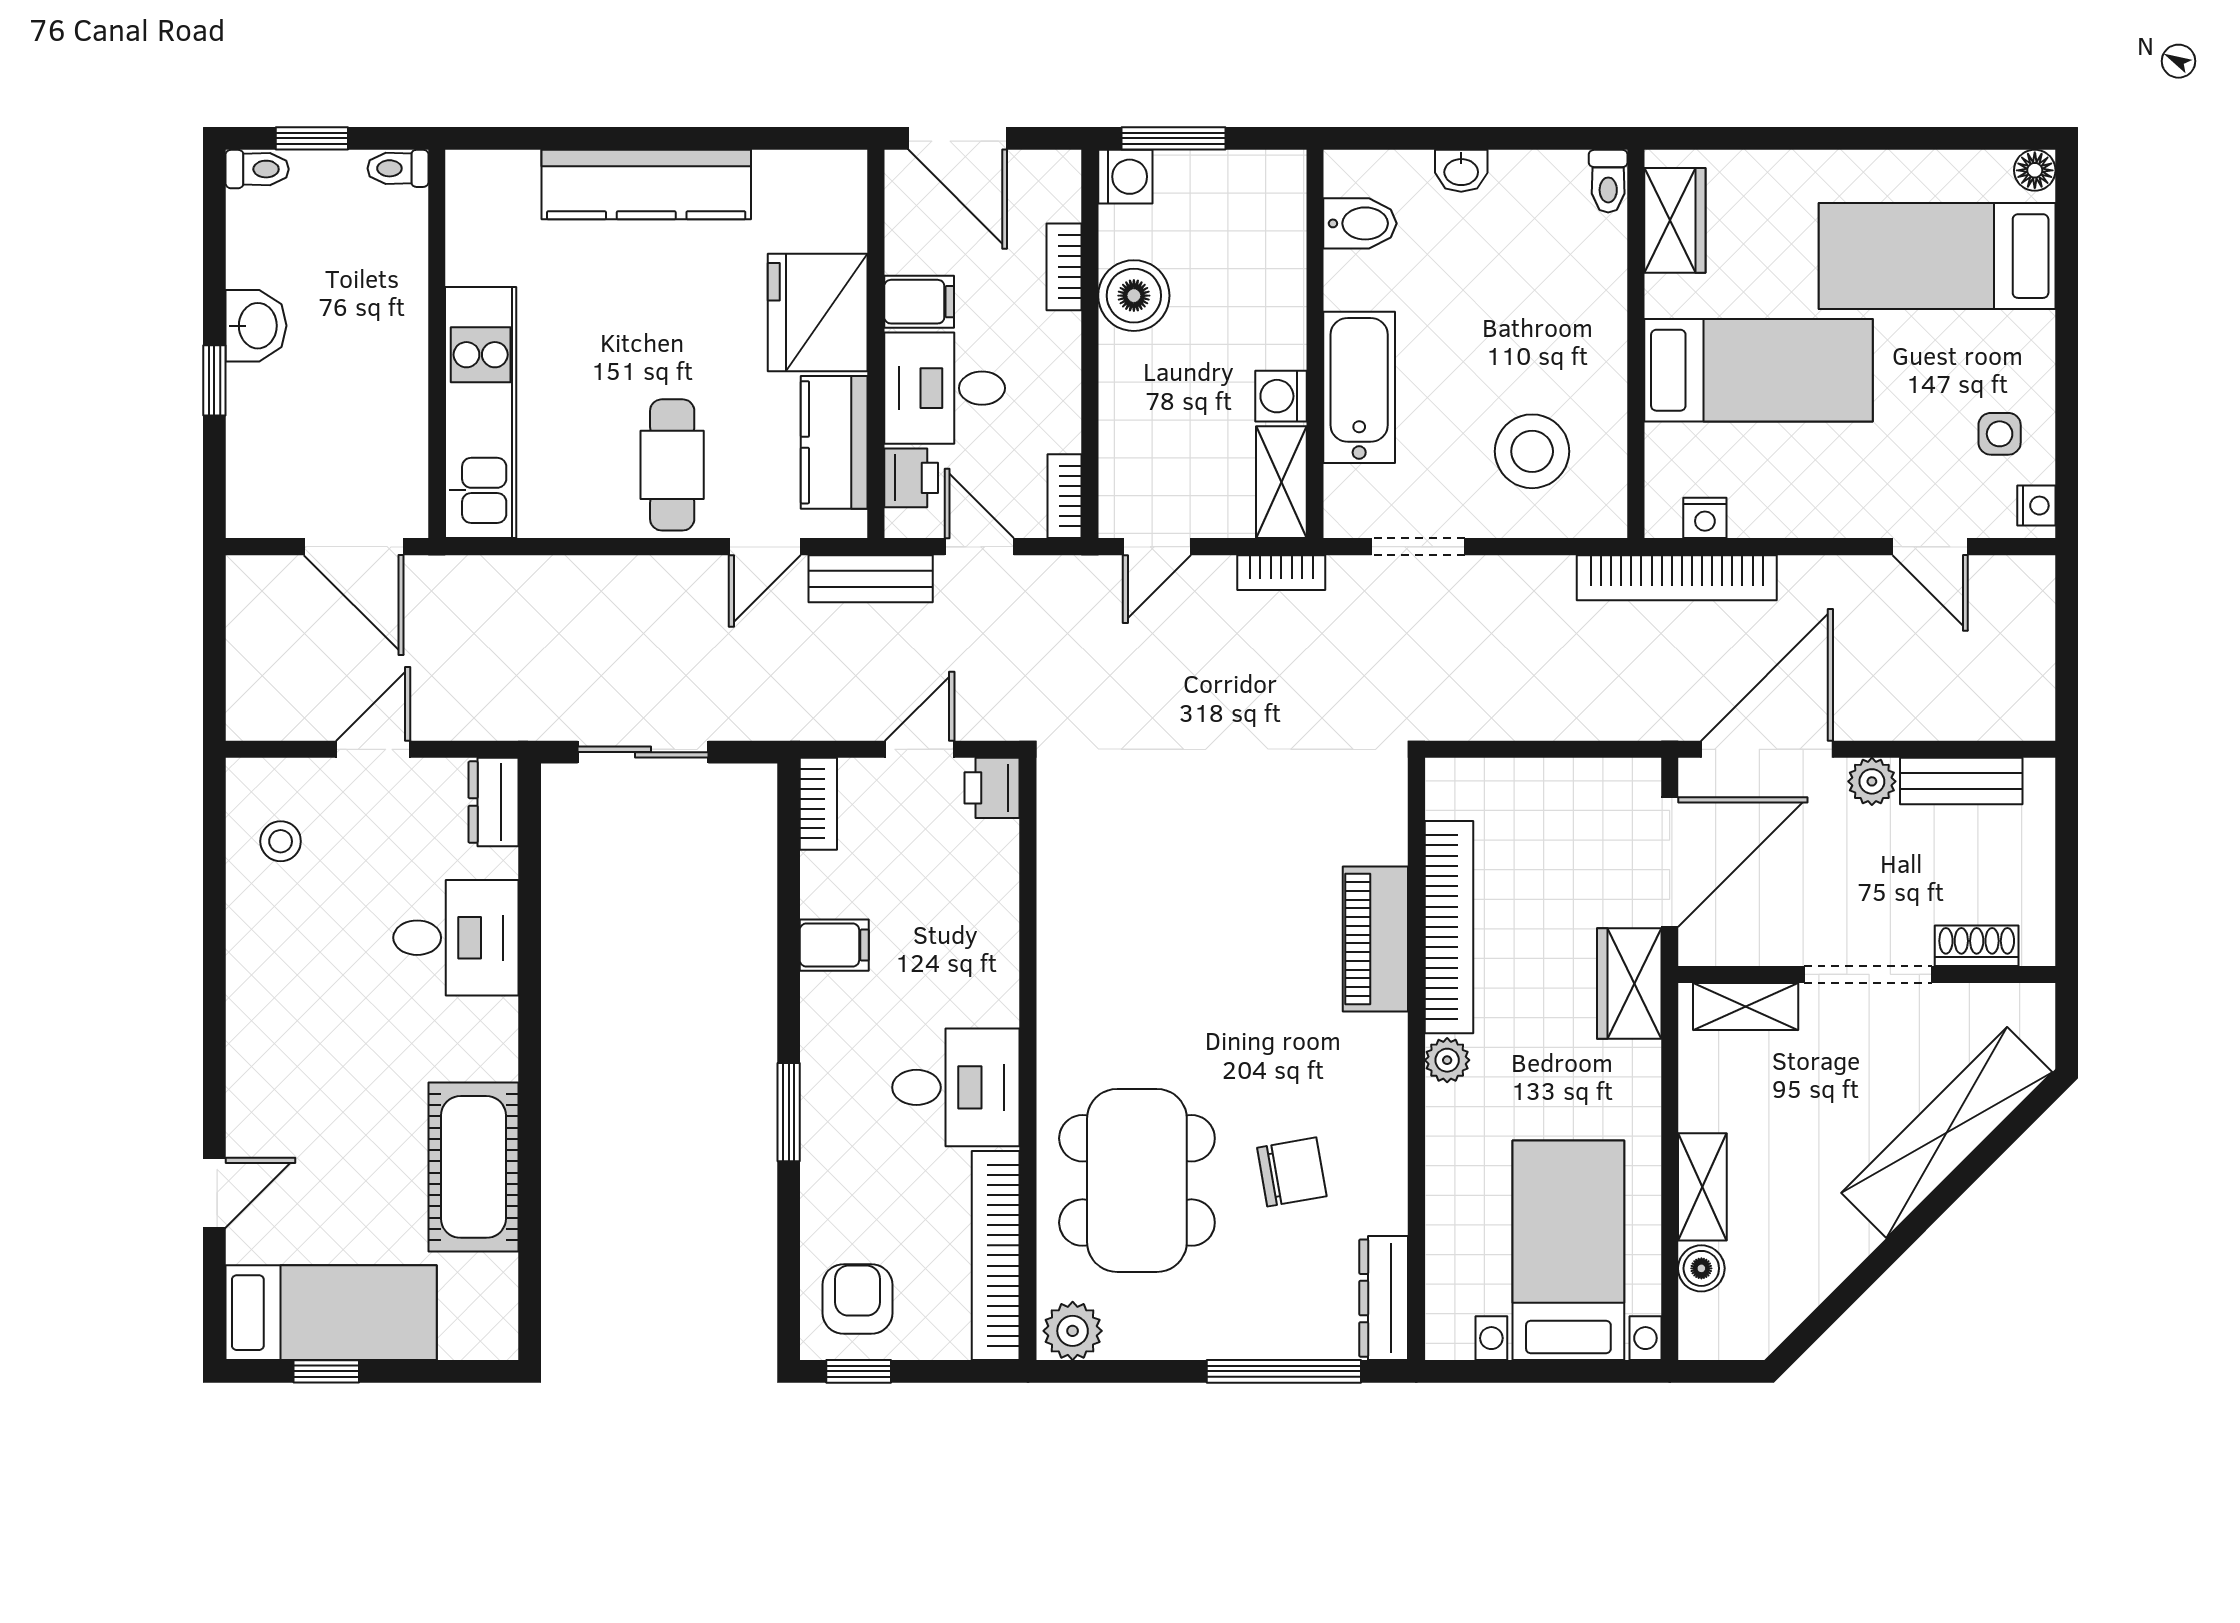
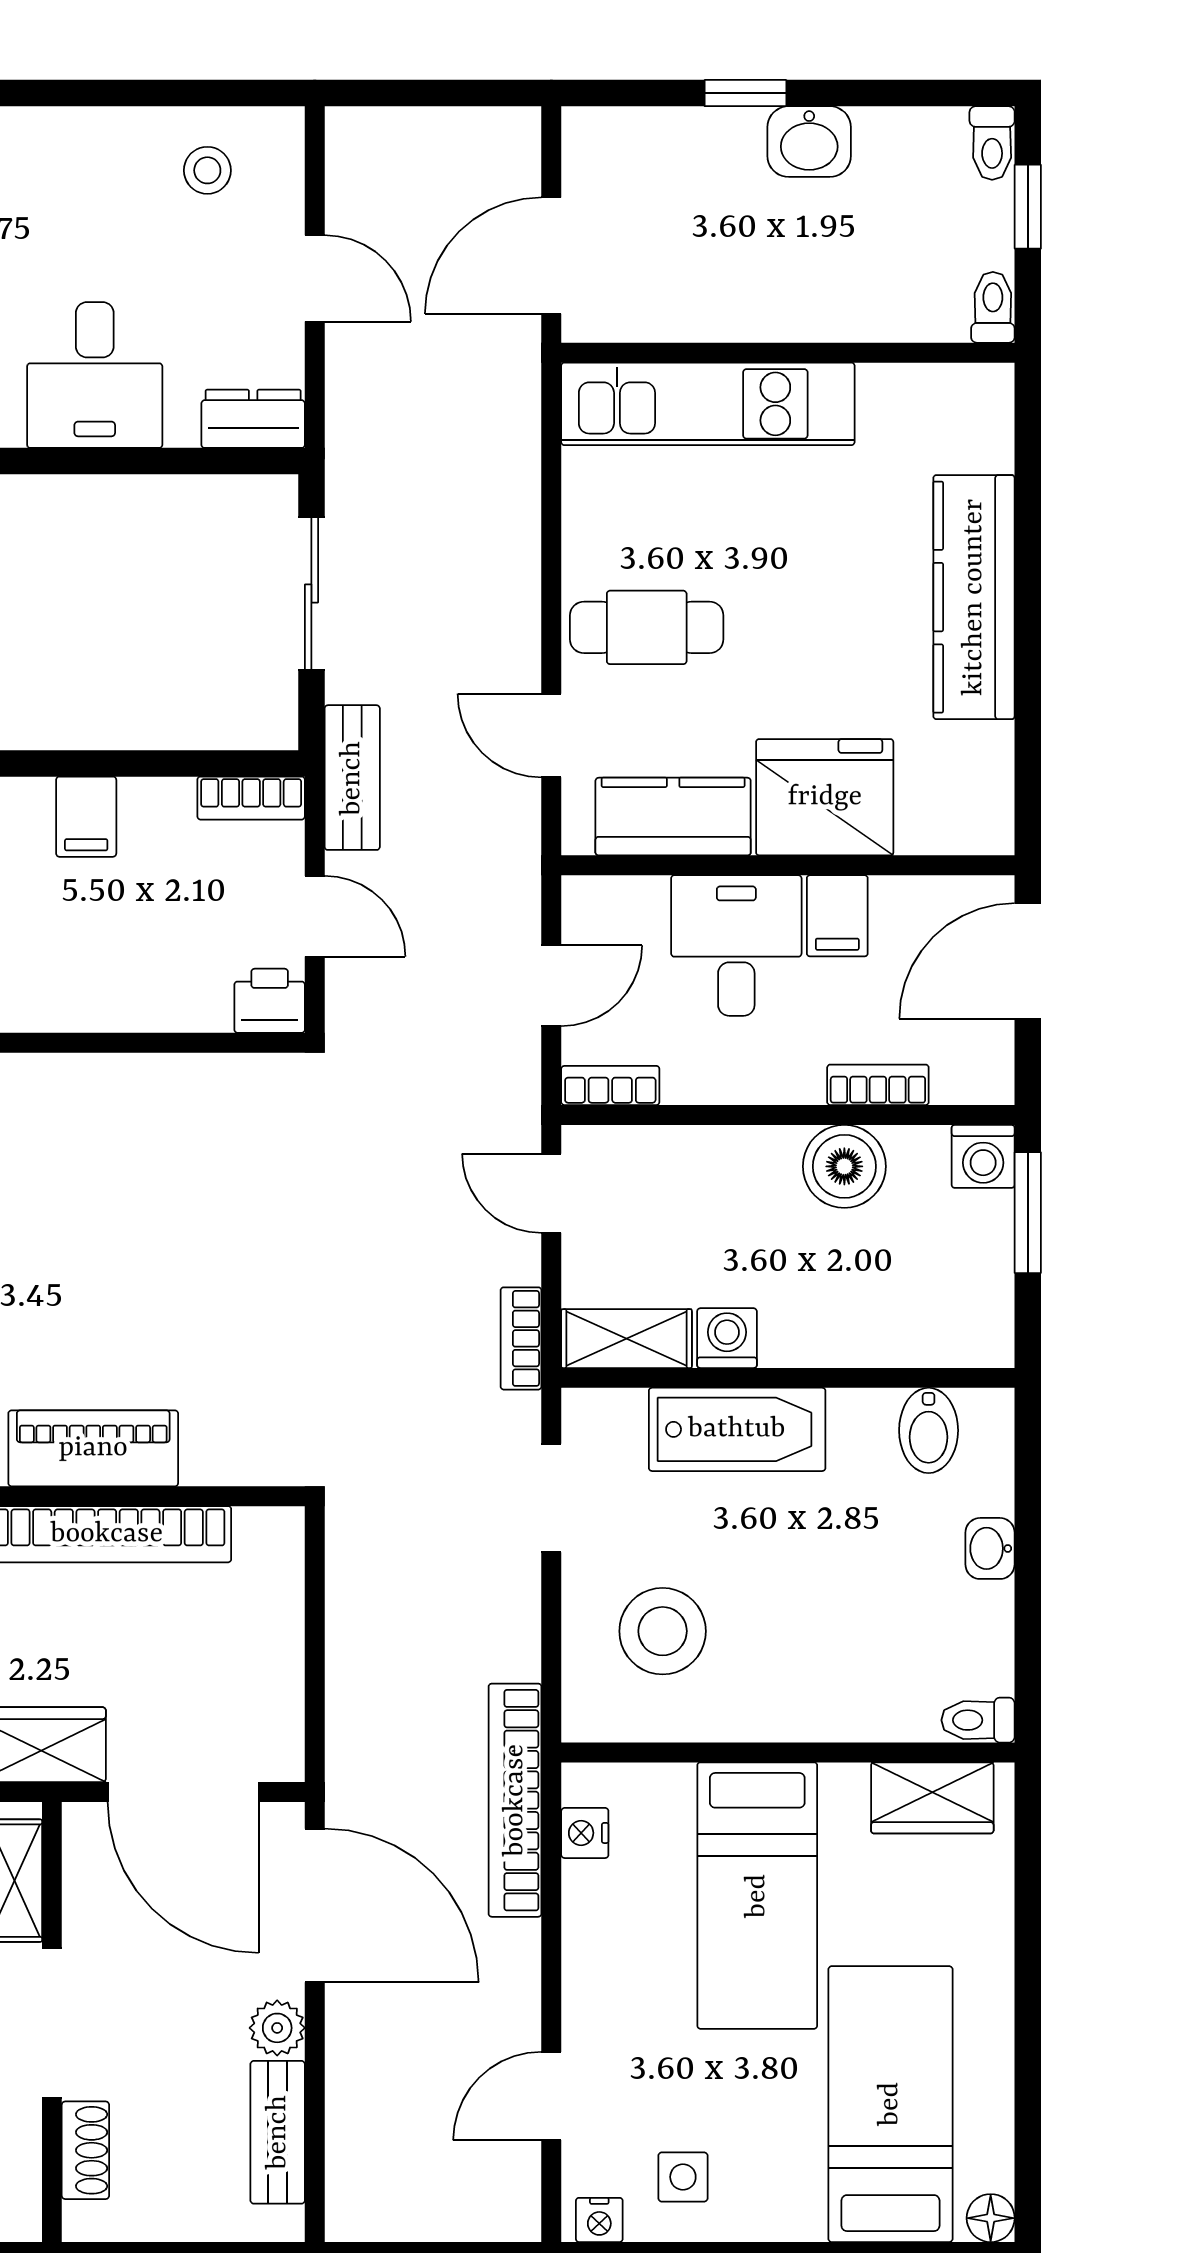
printer: (911, 478) -> (632, 906), removed
bench: (871, 579) -> (352, 778), moved

